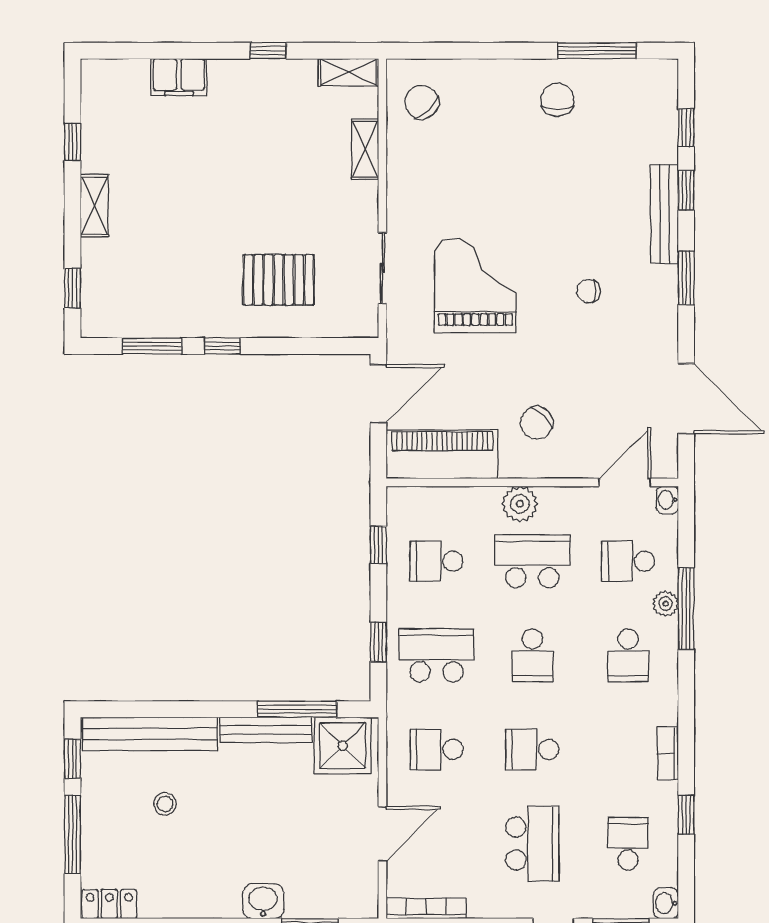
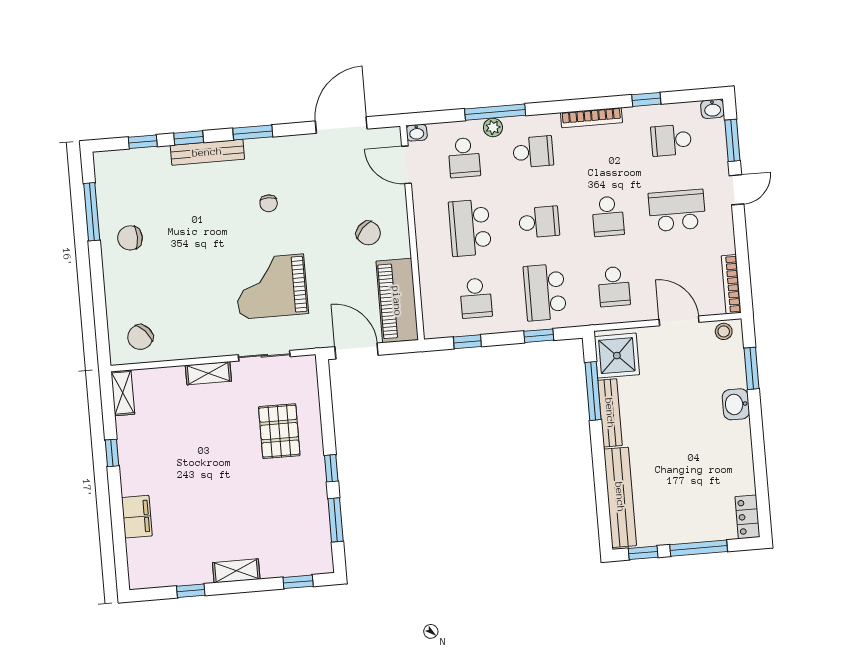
shelving: (365, 149) -> (208, 373), moved
plant: (520, 504) -> (429, 240), removed
bookcase: (668, 753) -> (591, 118), width x1.56
stool: (165, 804) -> (724, 331), moved

